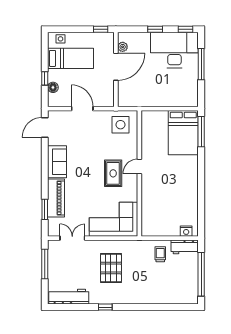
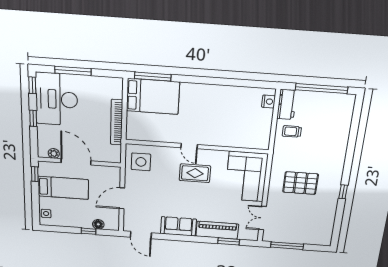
bed: (71, 58) -> (63, 188), moved, turned 90
bookcase: (157, 102) -> (117, 122), added
workbench: (69, 297) -> (326, 226), removed

